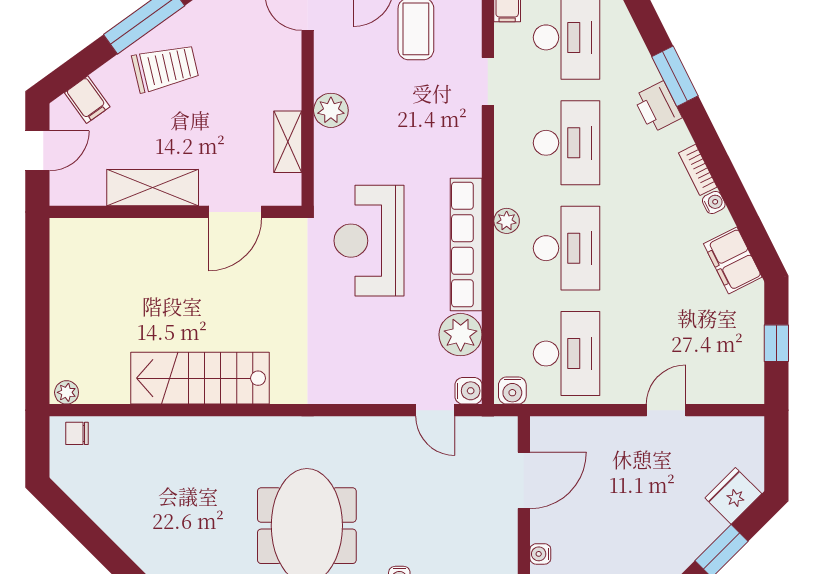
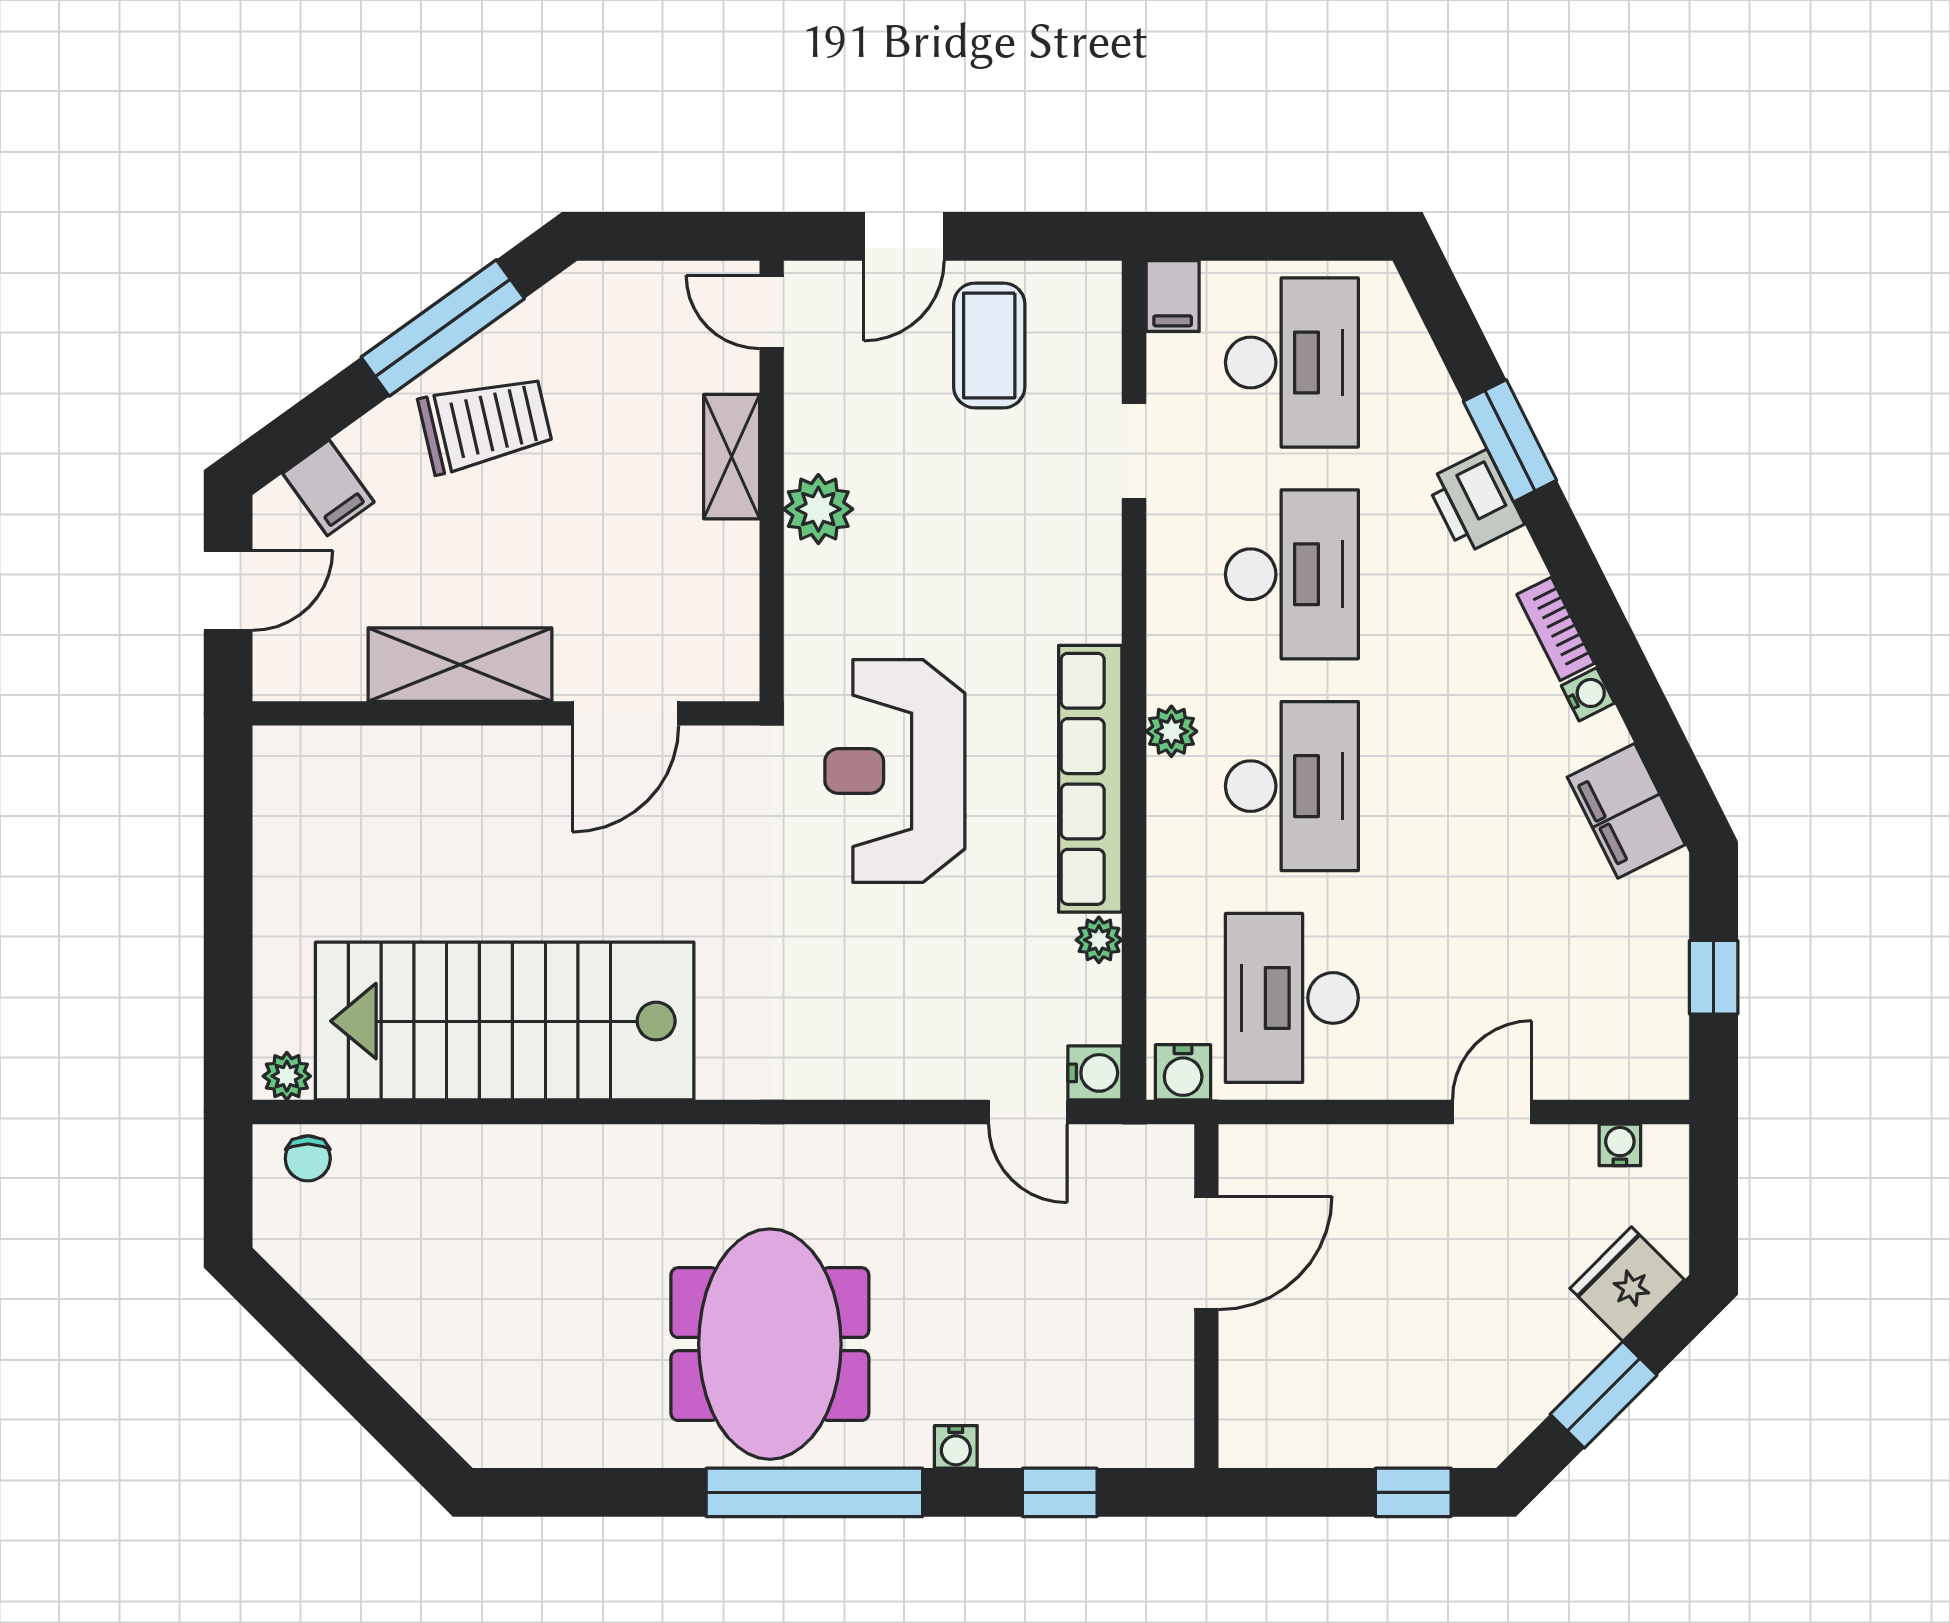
shelving: (288, 142) -> (732, 457), moved
plant: (461, 335) -> (1099, 940), width x0.53, depth x0.53
desk: (566, 354) -> (1292, 998), turned 180
stairs: (200, 378) -> (505, 1021), width x1.36, depth x1.51
chair: (77, 433) -> (308, 1158), turned -90
water cooler: (540, 554) -> (1620, 1145), moved, turned 90

